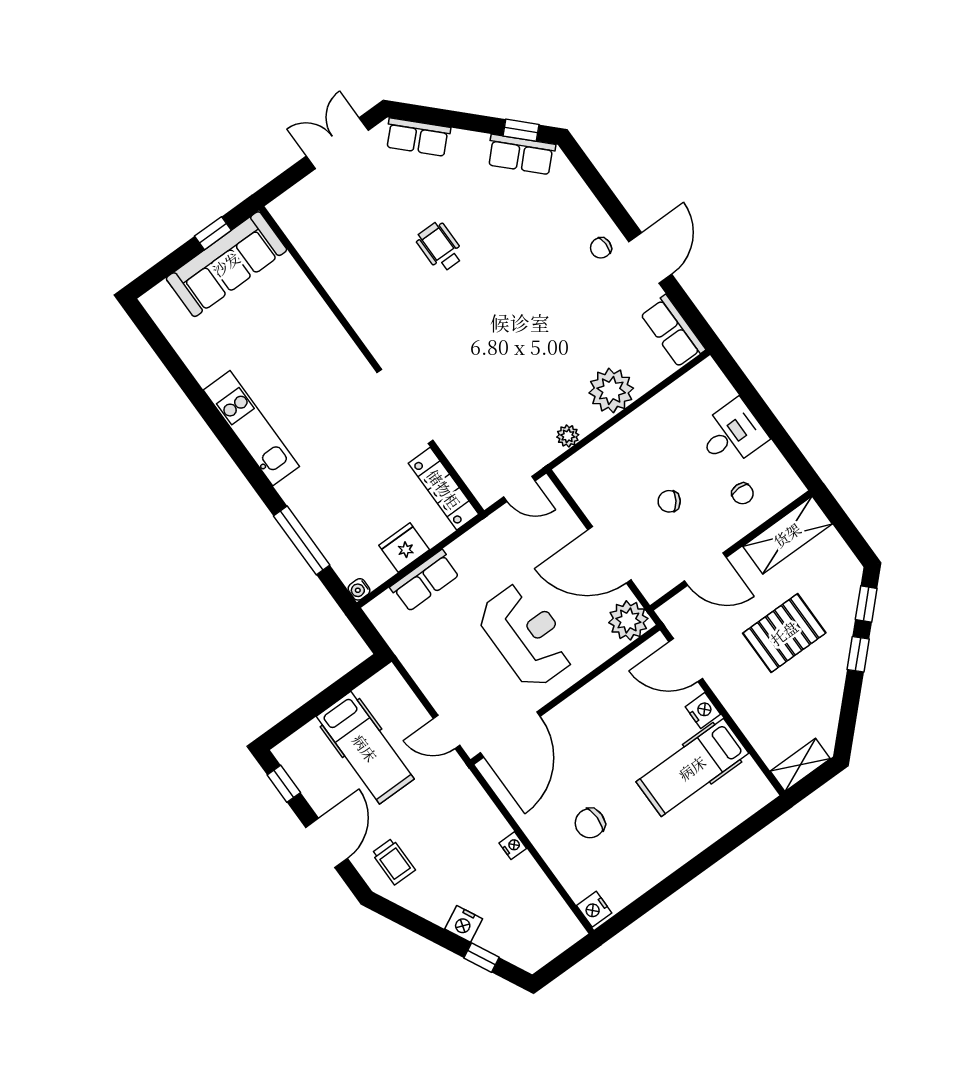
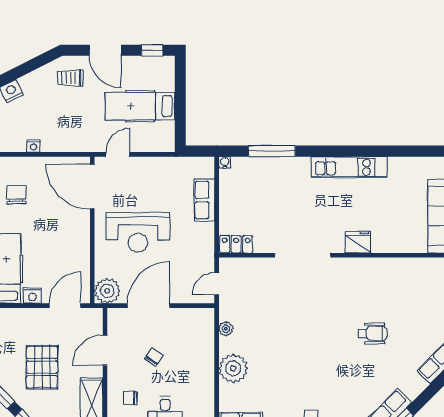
locker: (444, 489) -> (236, 244), width x0.66
fridge: (404, 548) -> (358, 242), moved, turned -90

